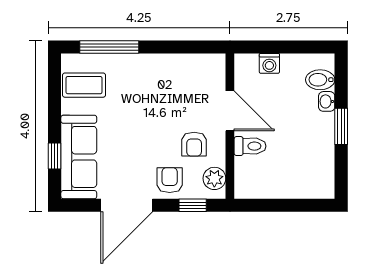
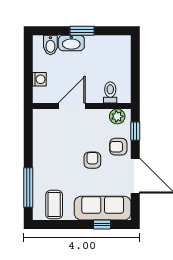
washbasin: (327, 101) -> (71, 43), width x1.91, depth x1.45
armchair: (194, 144) -> (92, 160), moved, turned -90
toilet: (250, 146) -> (110, 92), moved

